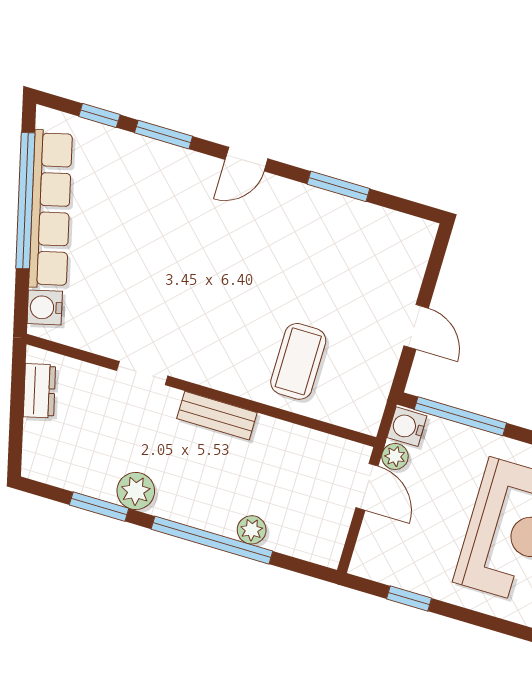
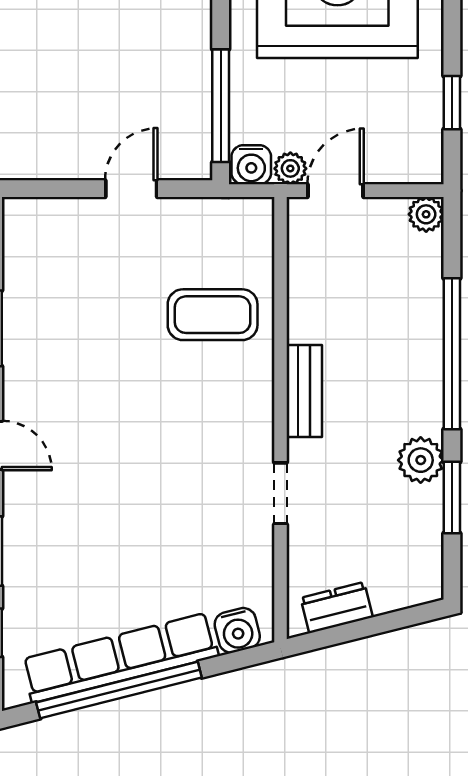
plant: (252, 530) -> (426, 214), moved

